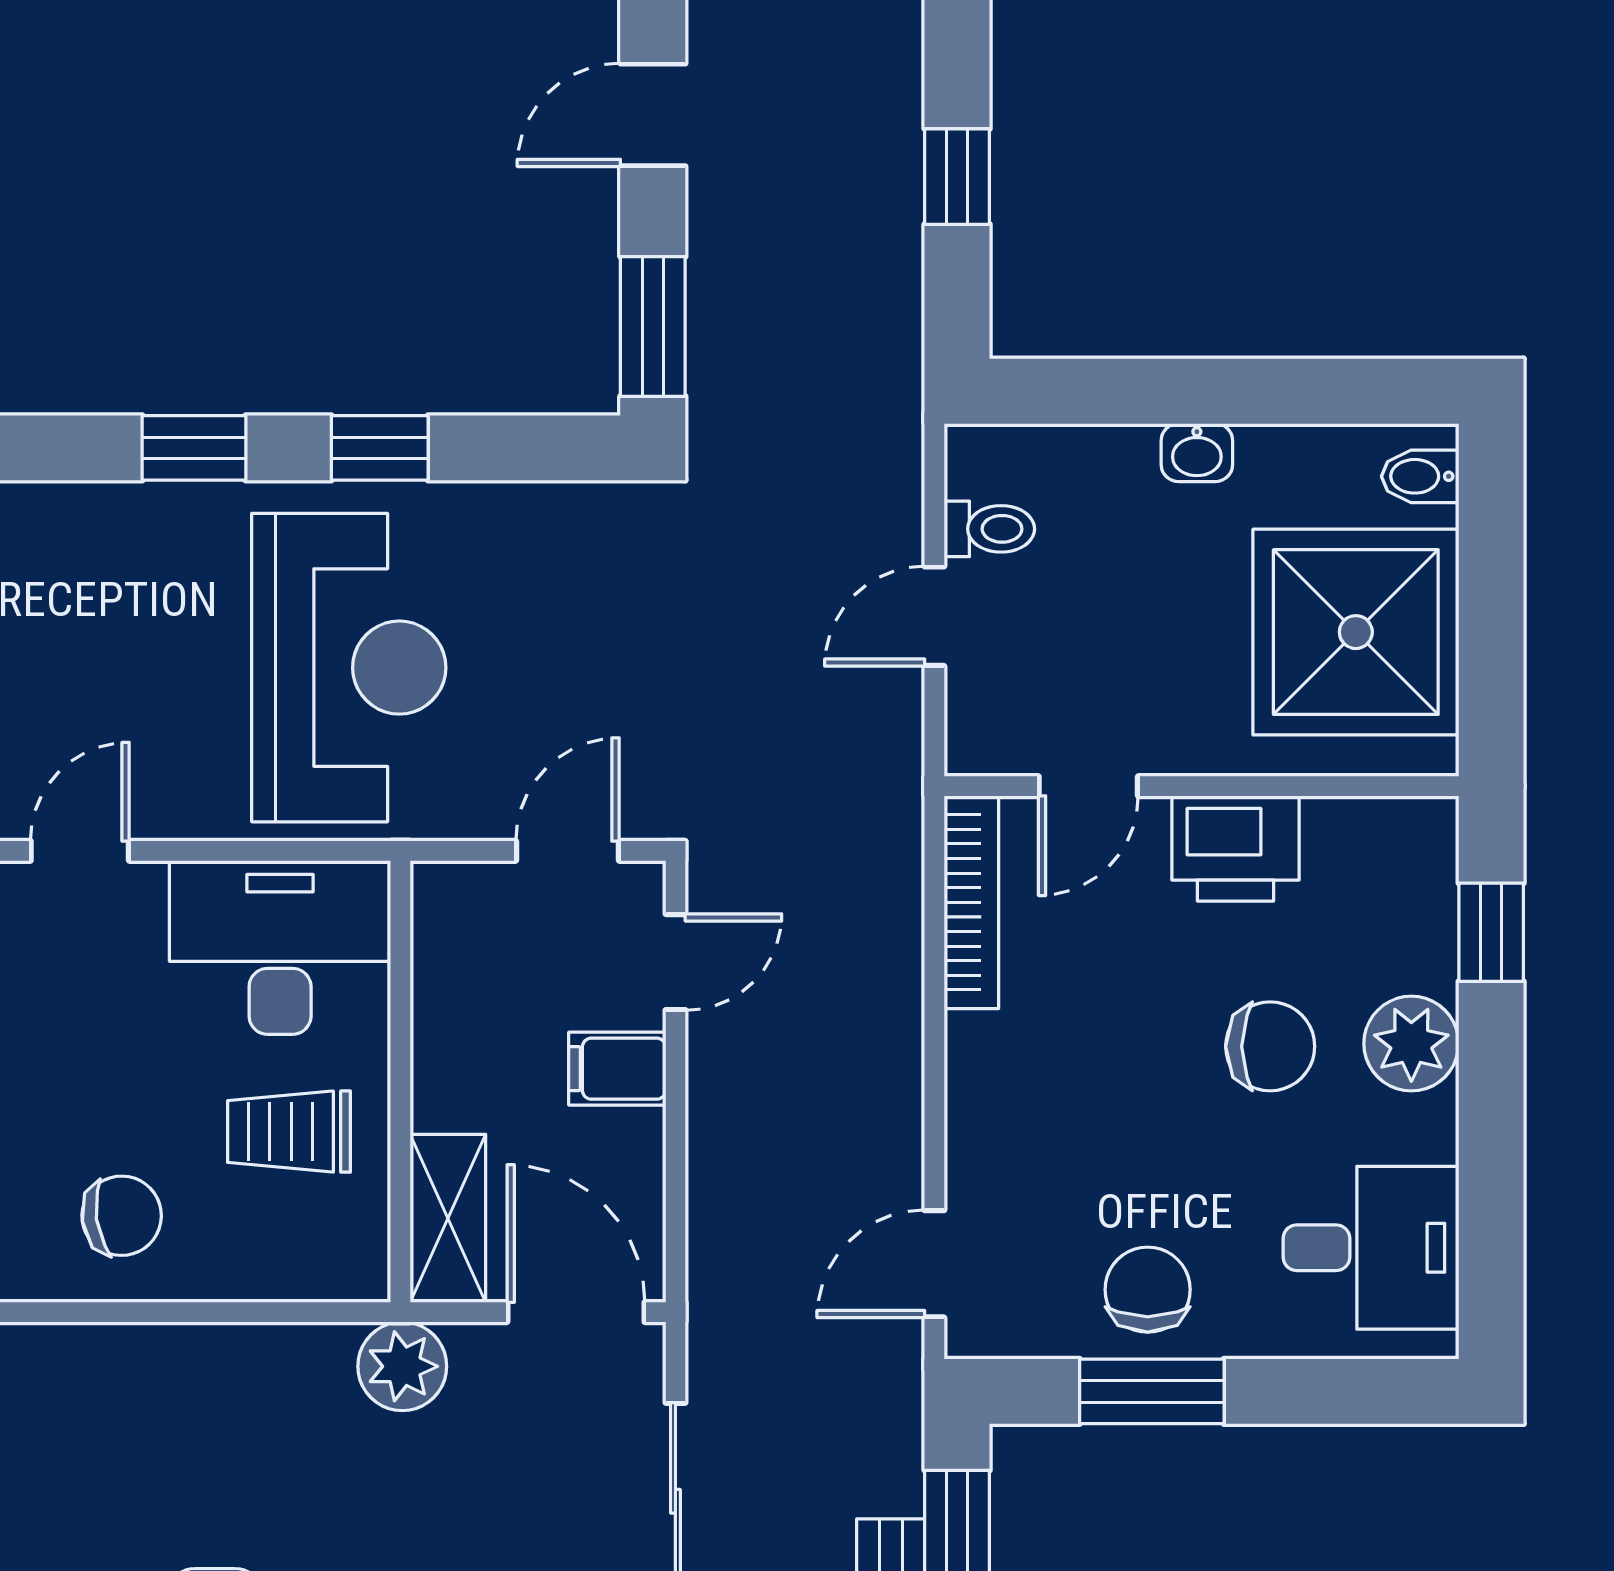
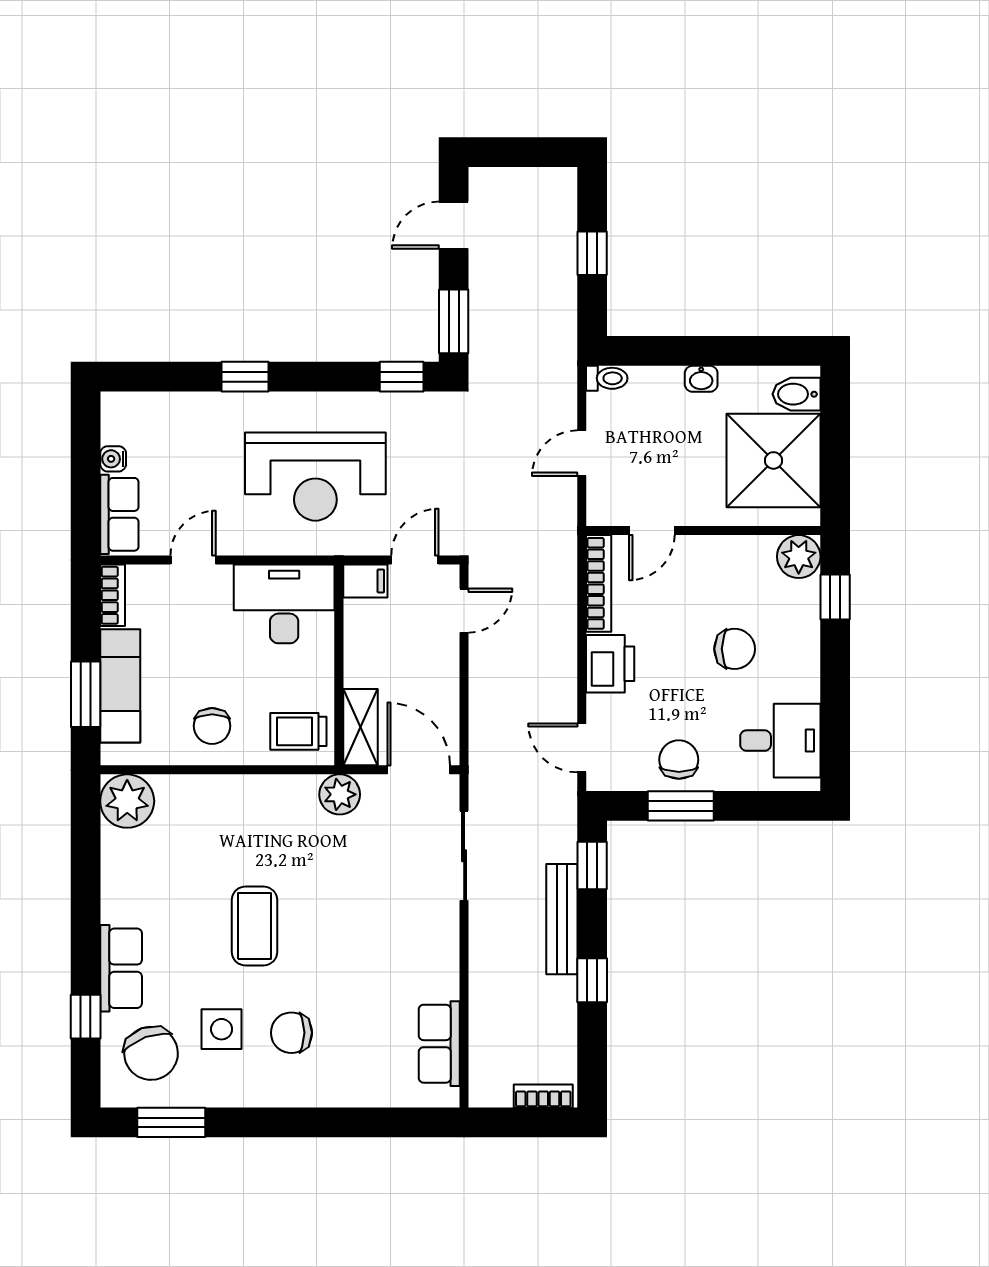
window: (380, 448) -> (402, 377), moved
bidet: (1420, 476) -> (796, 394), width x1.38, depth x1.36
toilet: (989, 529) -> (607, 378), moved
reception desk: (349, 668) -> (315, 477), turned 90
printer: (1236, 848) -> (610, 664), moved, turned -90
plant: (1411, 1044) -> (799, 557), moved
filing cabinet: (617, 1069) -> (365, 581), moved, turned 180
trolley: (289, 1132) -> (298, 731), moved
chair: (122, 1216) -> (212, 726), turned 98
door: (934, 1264) -> (582, 748), hinge flipped

